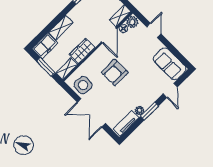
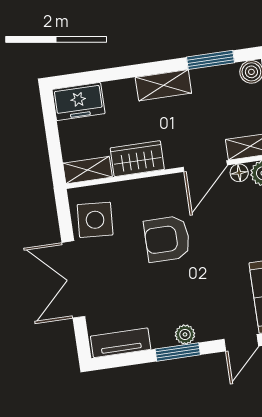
shelving: (61, 28) -> (163, 85), moved
window: (46, 67) -> (53, 140), removed
plant: (140, 110) -> (185, 334), moved

